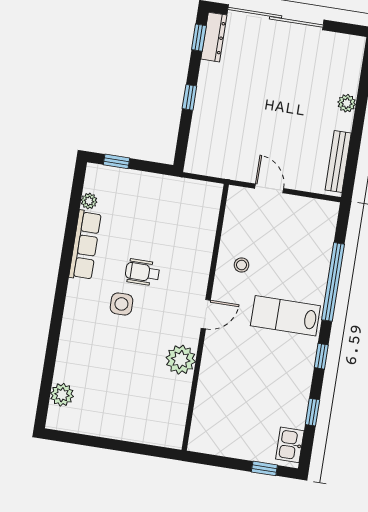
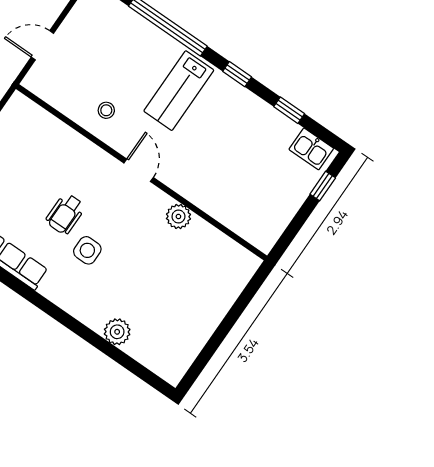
plant: (181, 360) -> (178, 216), width x0.73, depth x0.73
plant: (62, 395) -> (117, 332), moved

